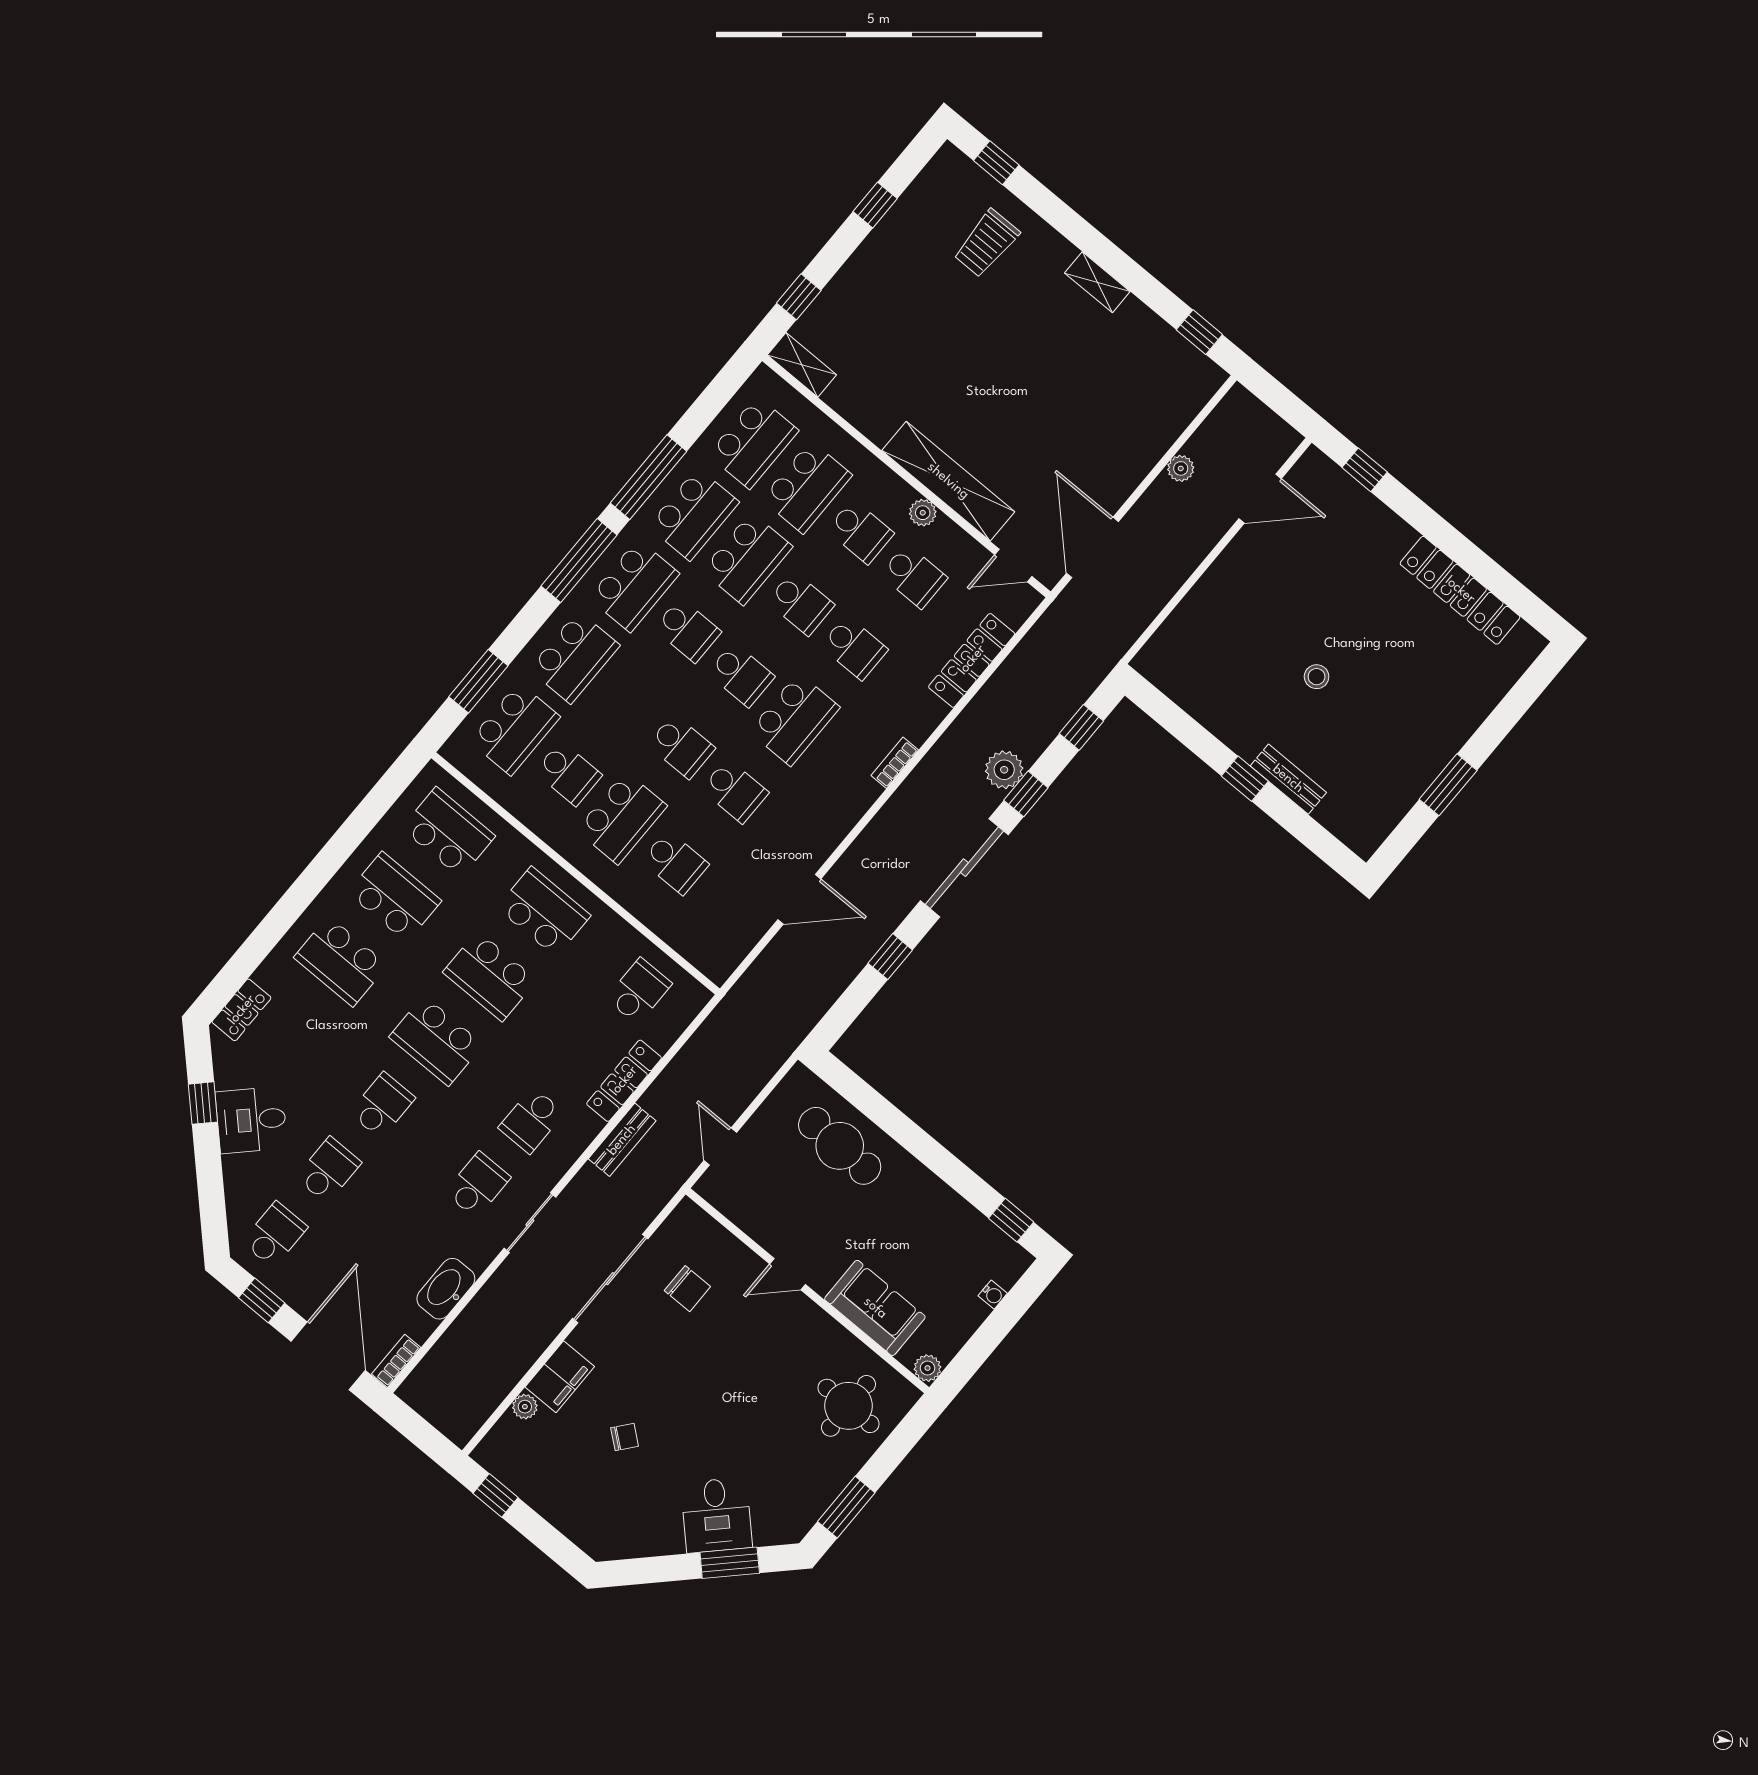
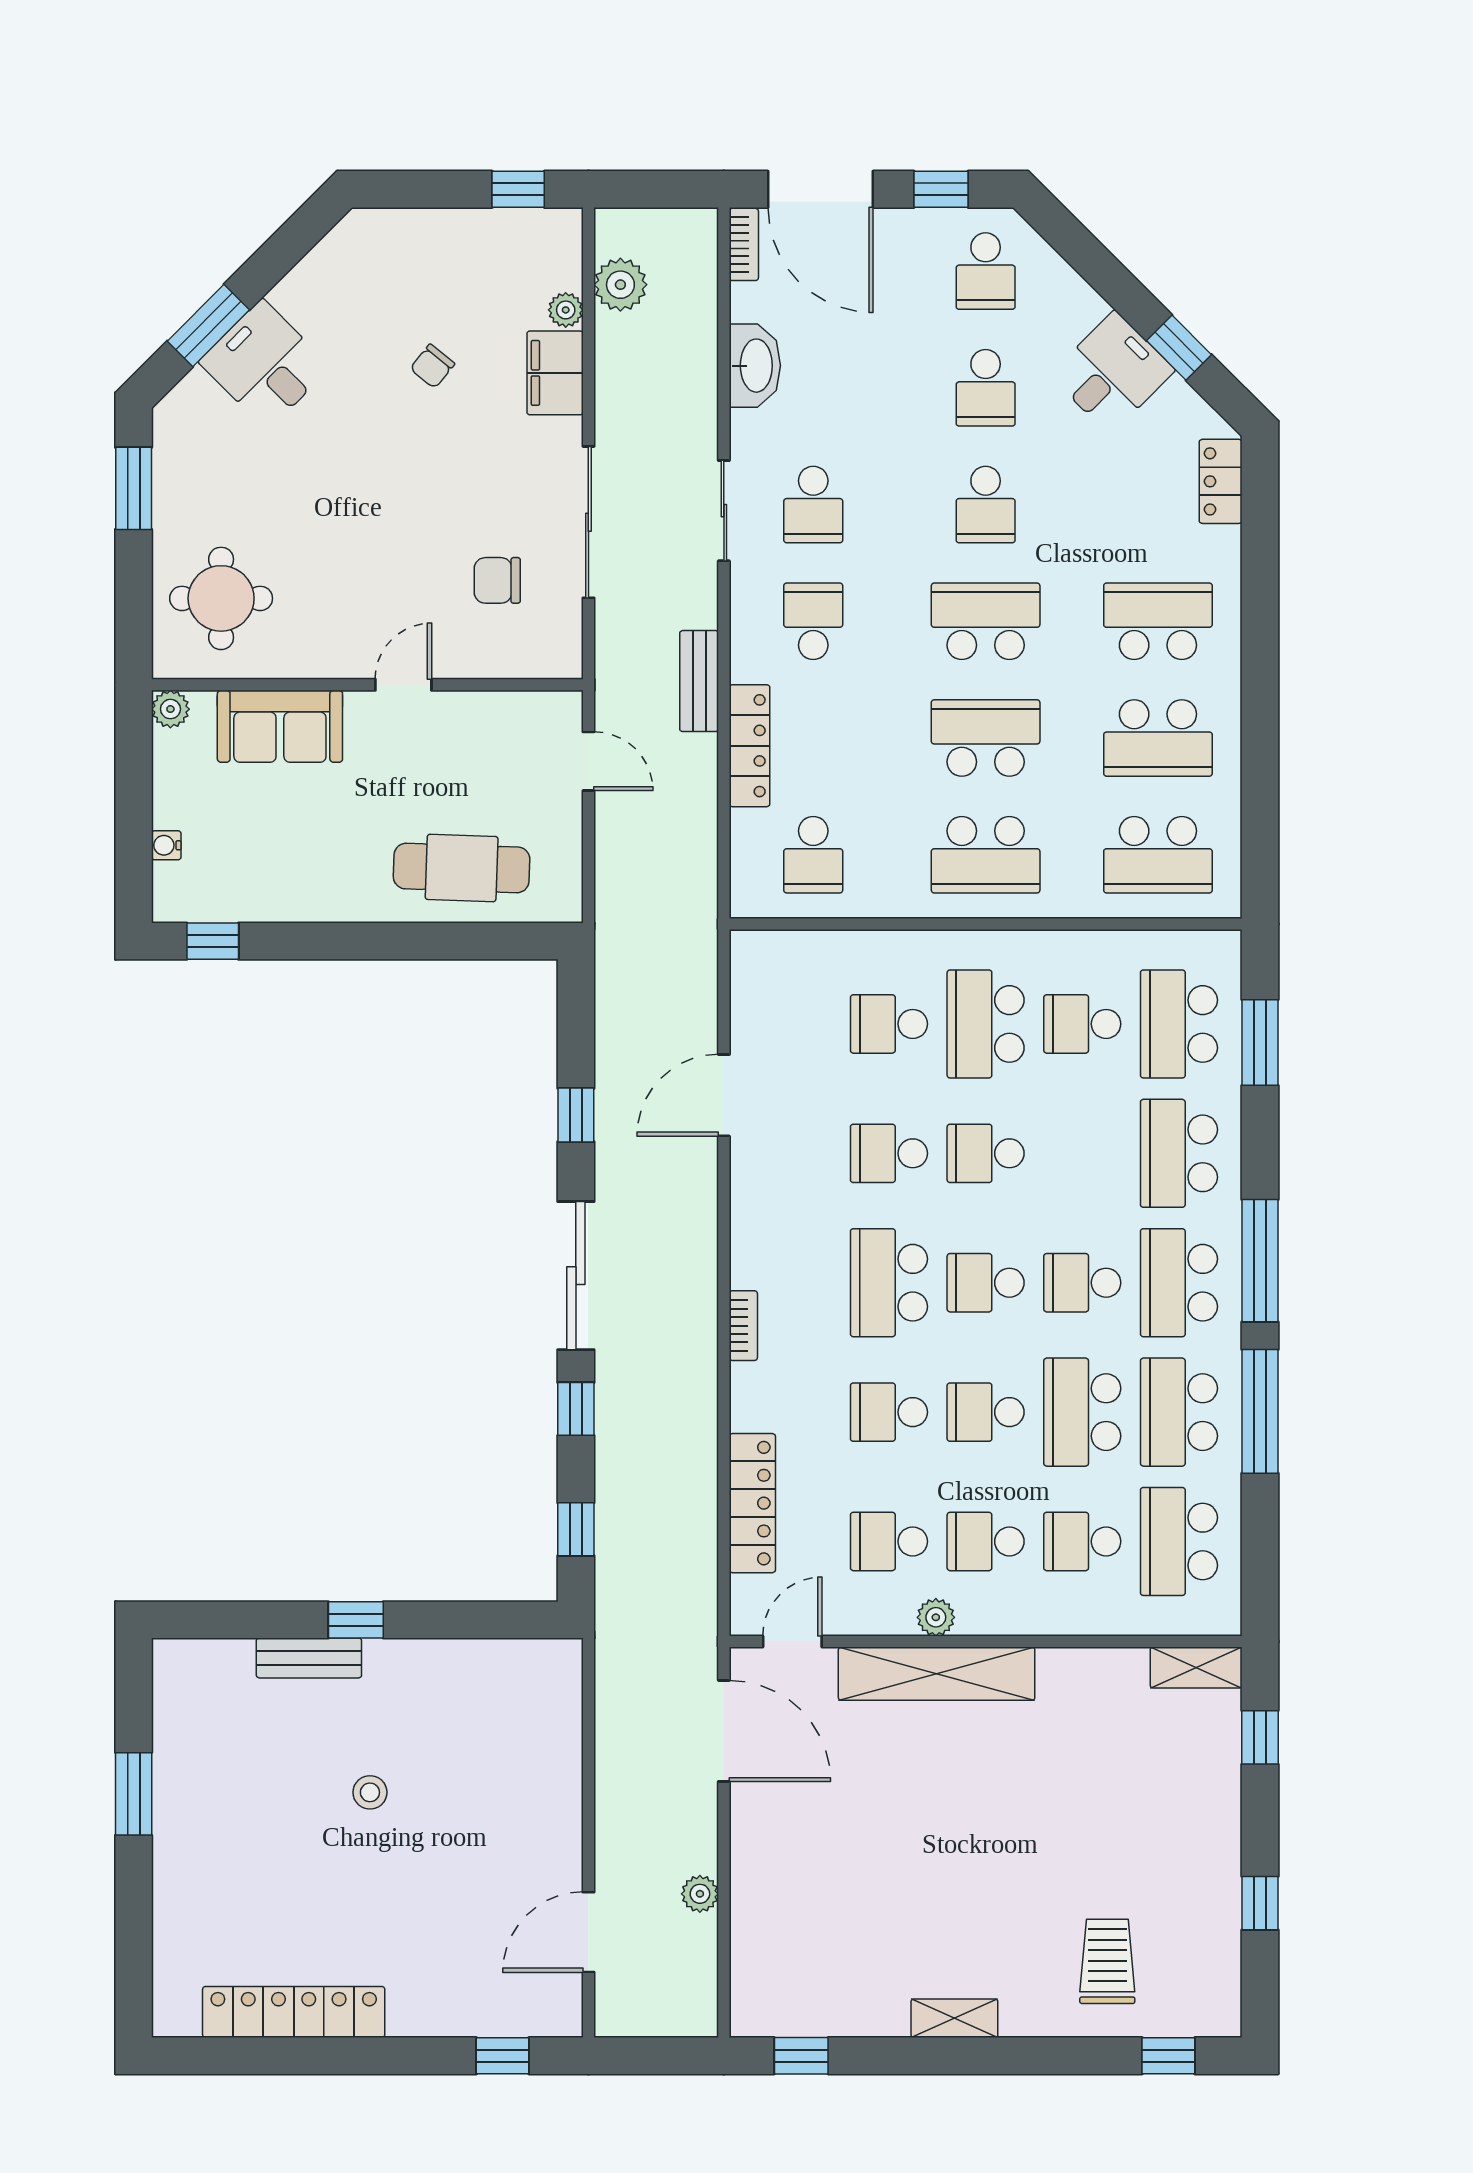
school desk: (807, 487) -> (1082, 1541), width x0.54
plant: (1004, 770) -> (620, 285), moved

